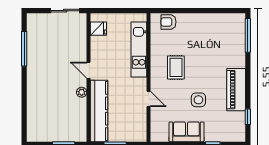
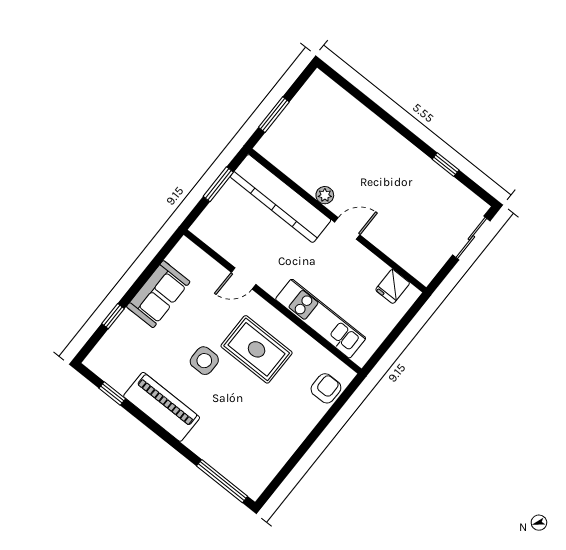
sliding door: (65, 11) -> (471, 238), moved
window: (24, 49) -> (446, 165), width x0.46
rug: (176, 67) -> (257, 349), width x1.36, depth x1.43
side table: (198, 100) -> (204, 361), moved

